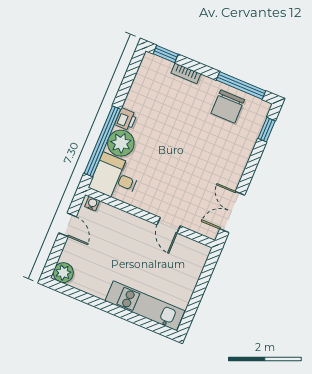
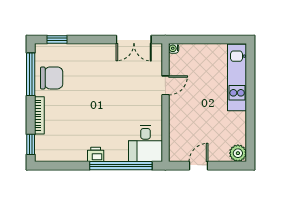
bookcase: (186, 73) -> (39, 115), width x1.56
plant: (121, 143) -> (116, 150), removed
water cooler: (92, 204) -> (174, 48), moved

